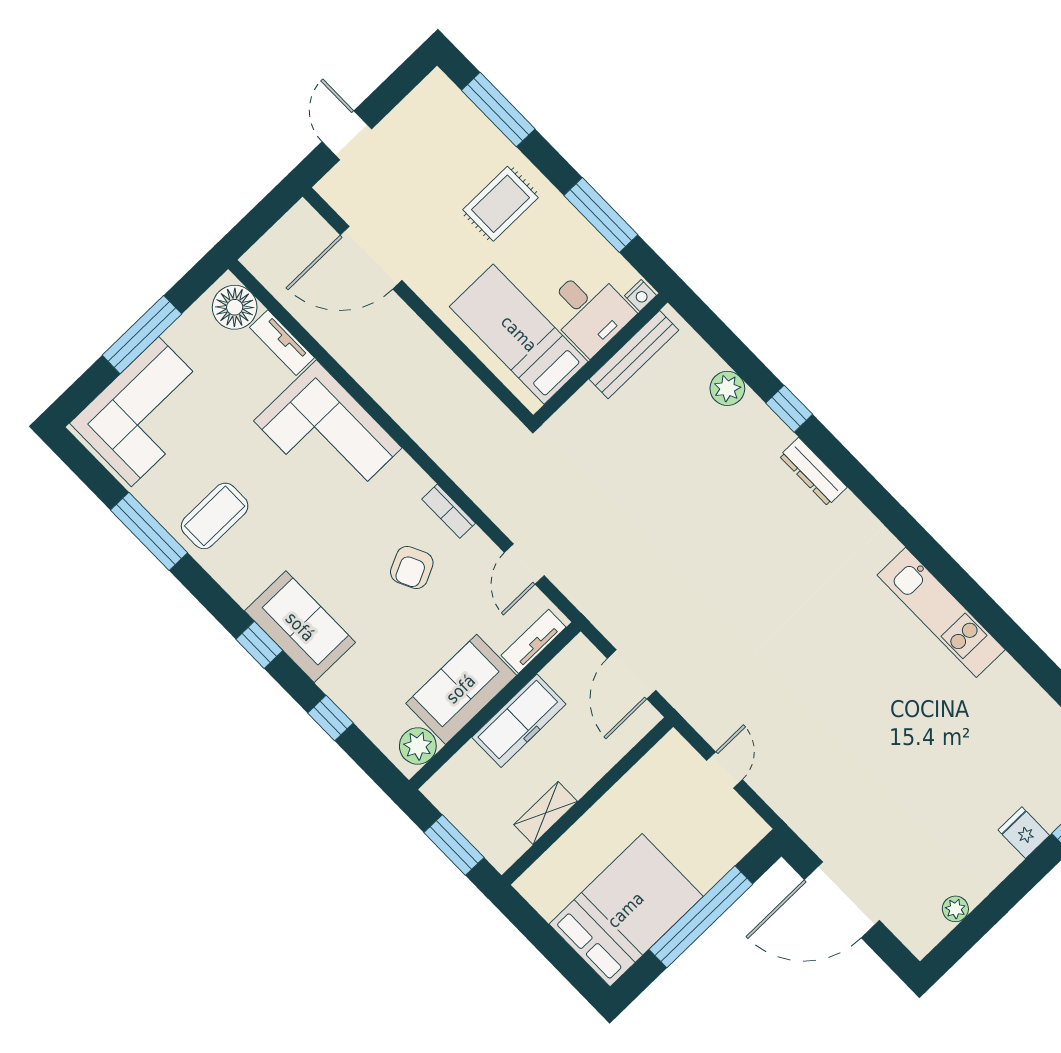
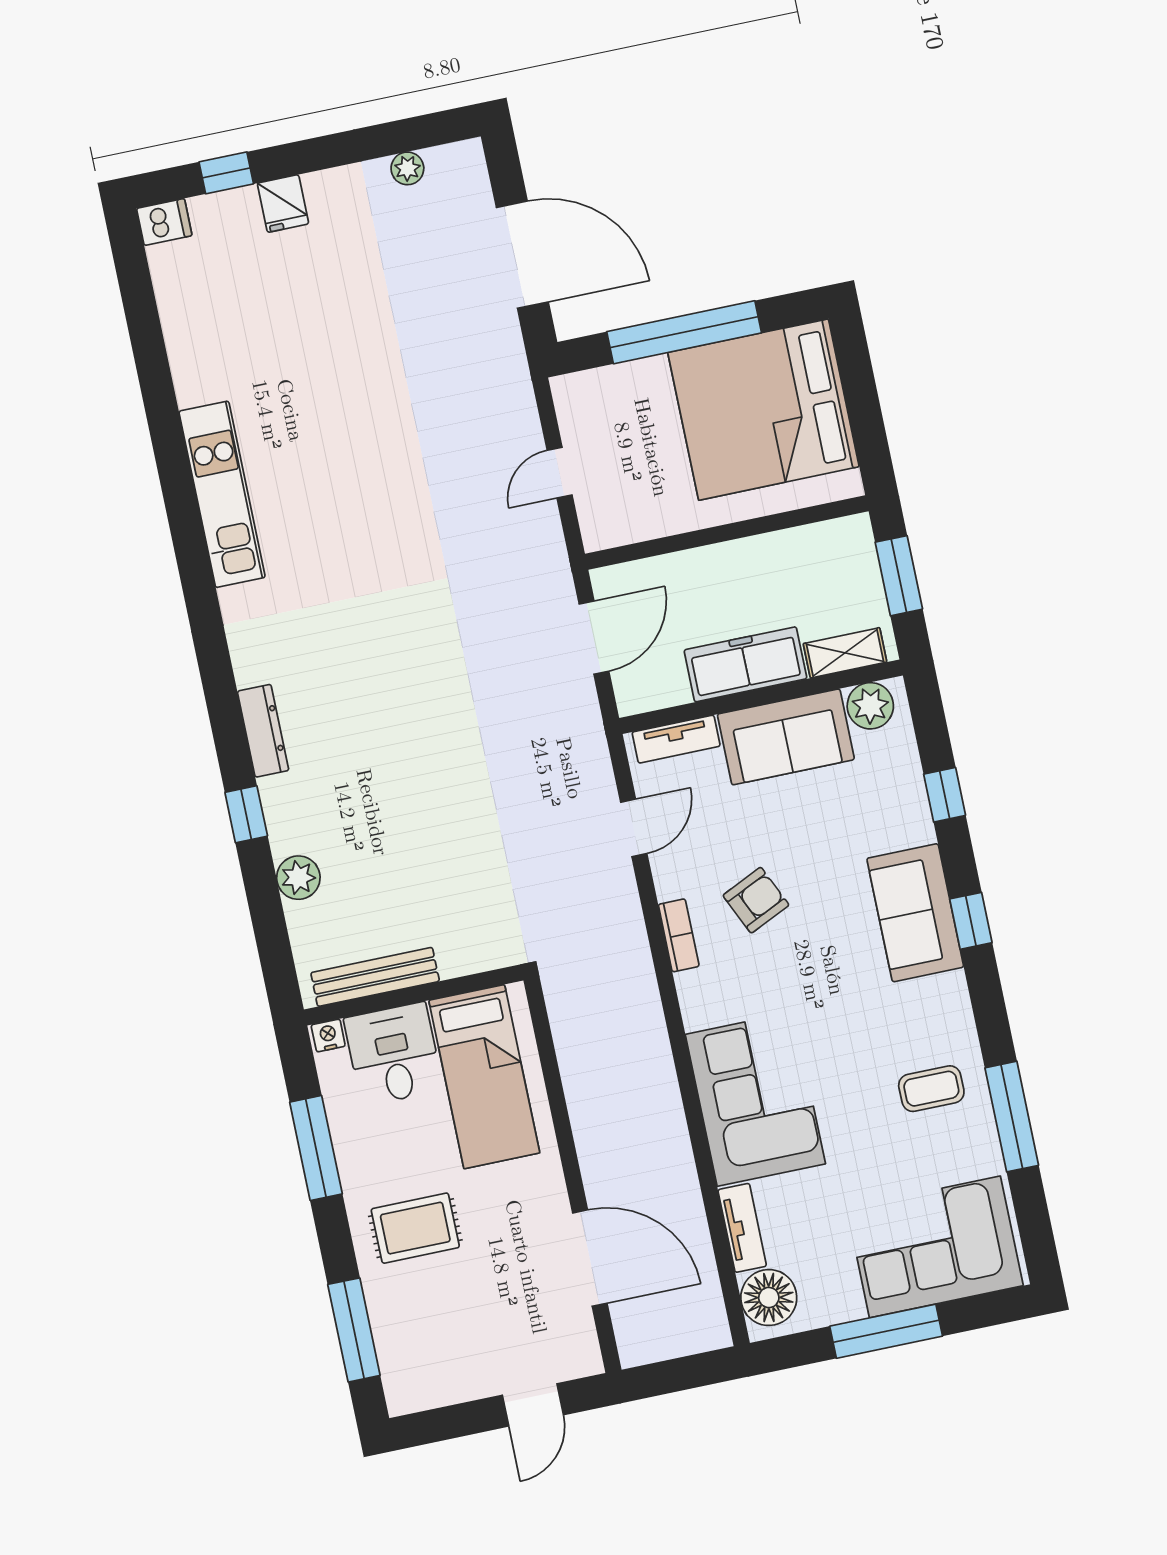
coffee table: (215, 516) -> (931, 1089), width x0.73, depth x0.77
shelving: (546, 813) -> (845, 653), moved
bed: (626, 910) -> (764, 410), width x1.36

